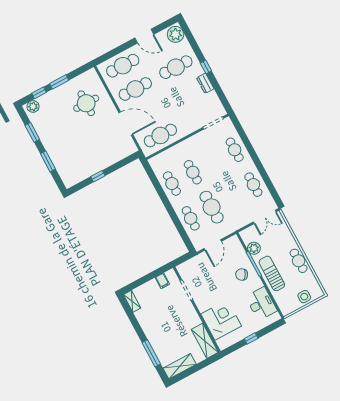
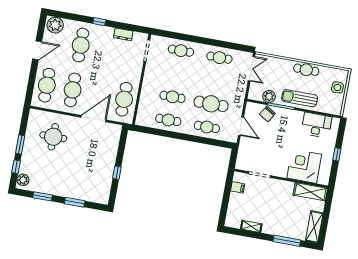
dresser: (205, 83) -> (123, 34), moved
chair: (242, 274) -> (267, 114), moved
shelving: (132, 301) -> (251, 226), moved

